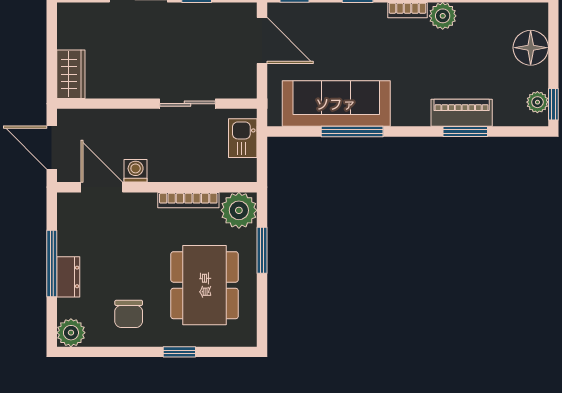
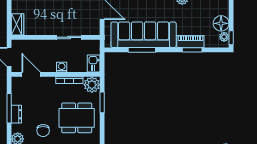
floor lamp: (531, 48) -> (221, 23), moved
sofa: (336, 104) -> (144, 35), width x1.36, depth x1.27
kitchen sink: (243, 138) -> (94, 64), moved
washing machine: (136, 171) -> (62, 67), moved
dining table: (205, 285) -> (77, 118), turned 90

